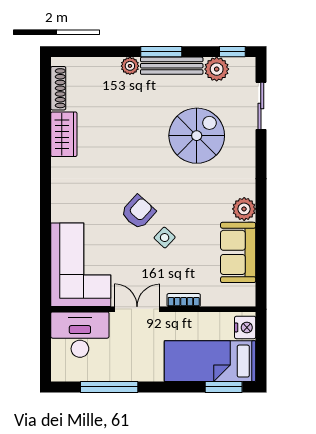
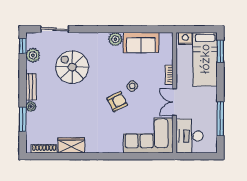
window: (161, 52) -> (23, 119), moved
bench: (172, 66) -> (31, 87), width x0.73
armchair: (138, 212) -> (117, 102), turned 111

